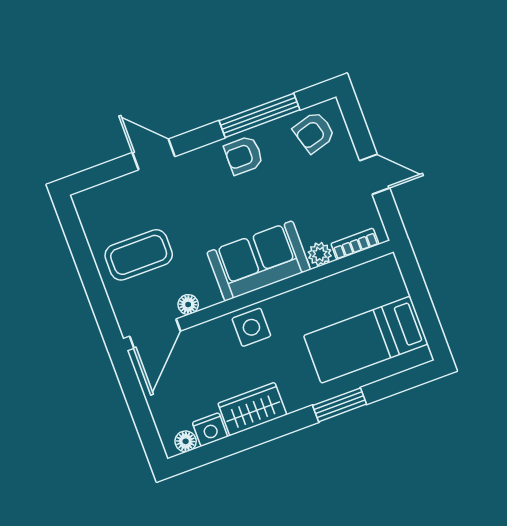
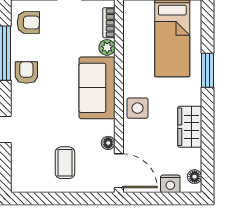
armchair: (314, 132) -> (28, 22), turned -73
armchair: (244, 155) -> (26, 73), turned 180
coffee table: (139, 255) -> (65, 163), width x0.73, depth x0.77
nightstand: (210, 430) -> (170, 184), moved, turned 90

